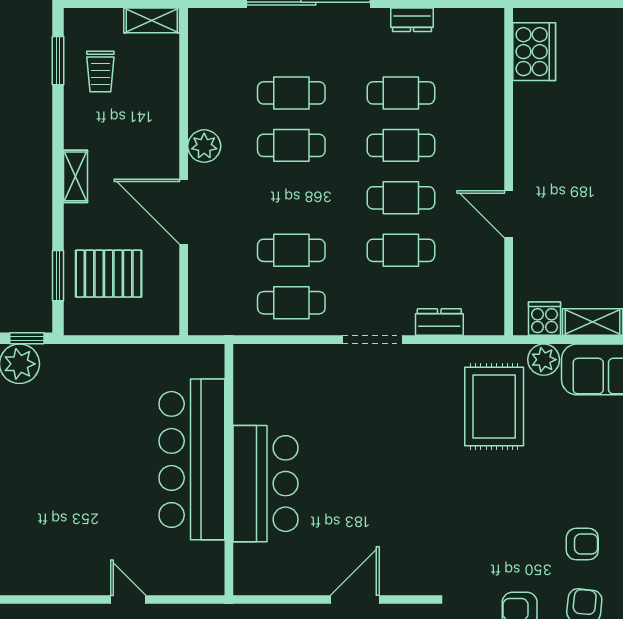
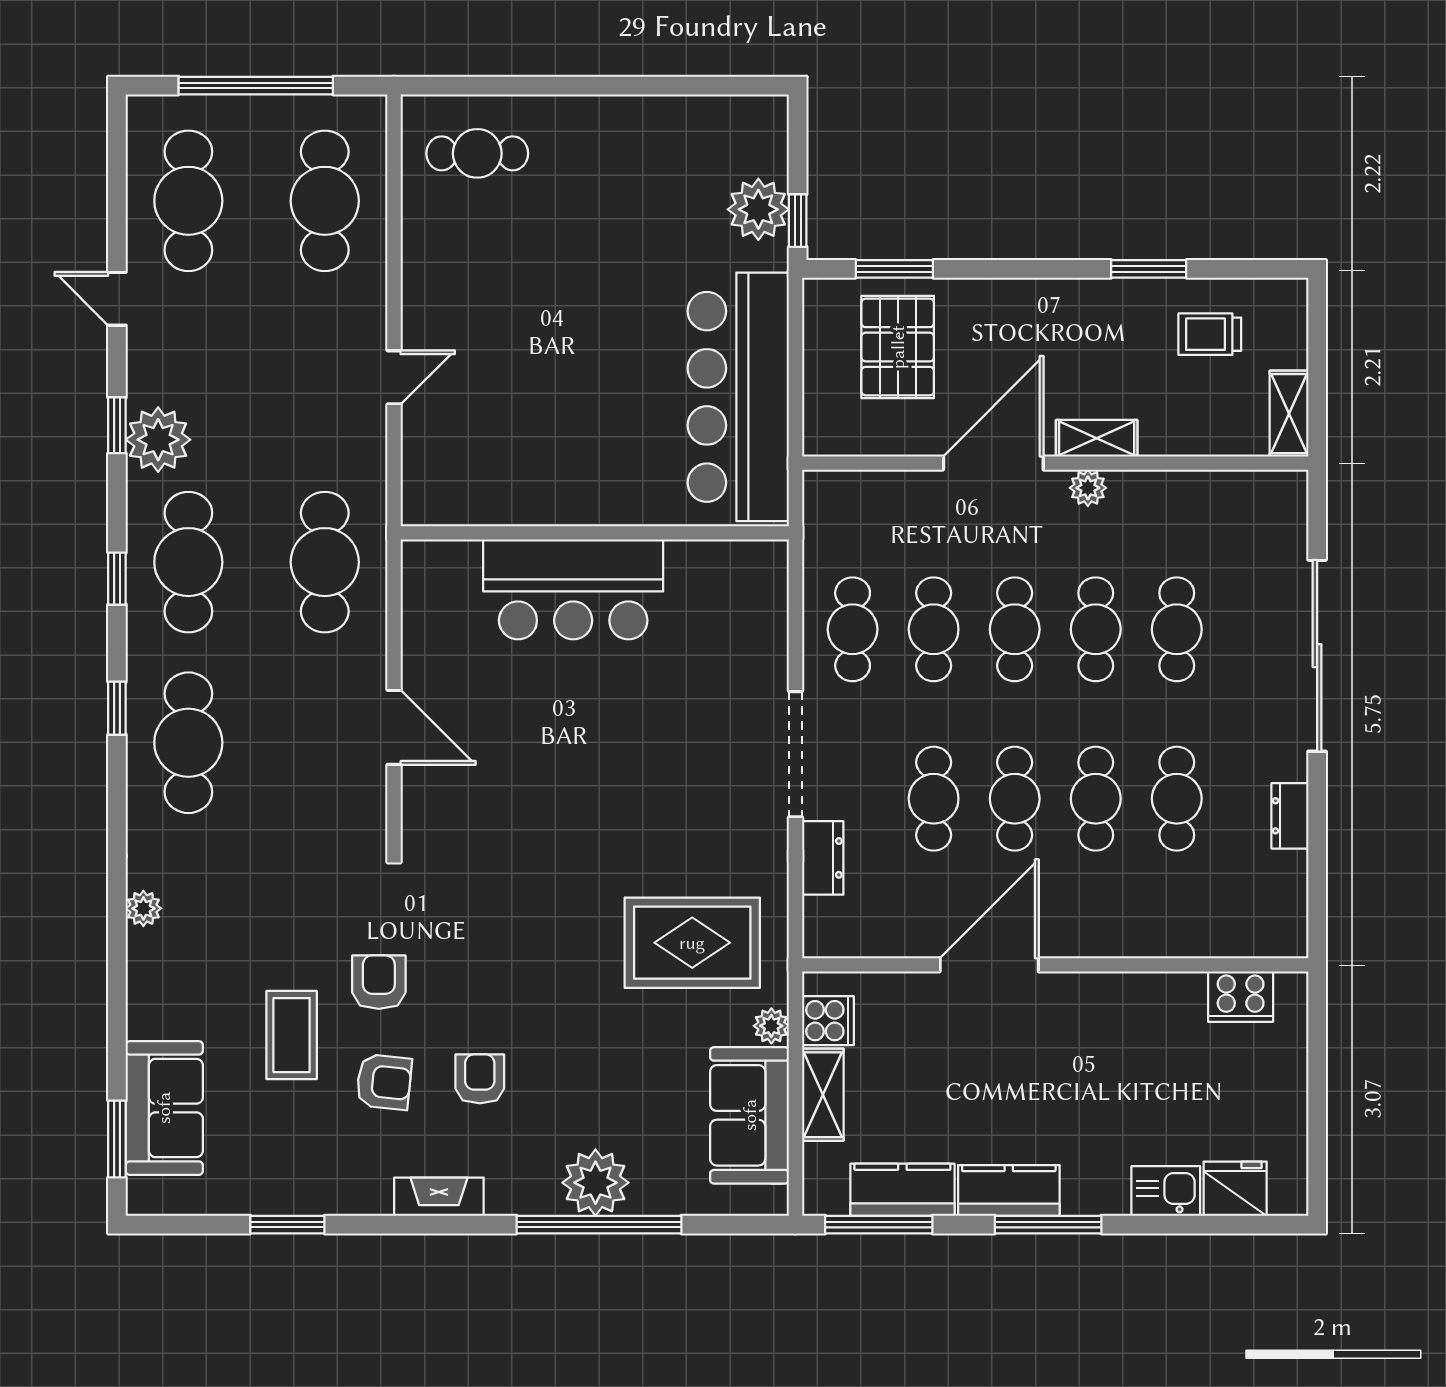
cooker: (534, 52) -> (1241, 997), width x0.73, depth x0.76
window: (58, 61) -> (1149, 269), moved
plant: (204, 146) -> (1088, 488), width x0.73, depth x0.73
shelving: (76, 176) -> (1097, 438), moved
cafe table: (291, 198) -> (1015, 629), added
door: (509, 214) -> (989, 965), width x1.36
doorway: (372, 340) -> (796, 754), width x1.36
plant: (544, 360) -> (771, 1026), width x0.73, depth x0.73
bar counter: (192, 459) -> (738, 397), moved, turned -90
armchair: (582, 544) -> (480, 1079), turned 180

